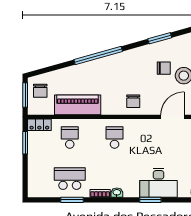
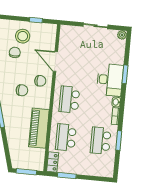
chair: (40, 91) -> (22, 90), moved
door: (172, 117) -> (55, 61), moved
school desk: (70, 137) -> (66, 137), width x1.85
school desk: (115, 137) -> (69, 100), width x1.85
desk: (159, 183) -> (110, 80), moved

